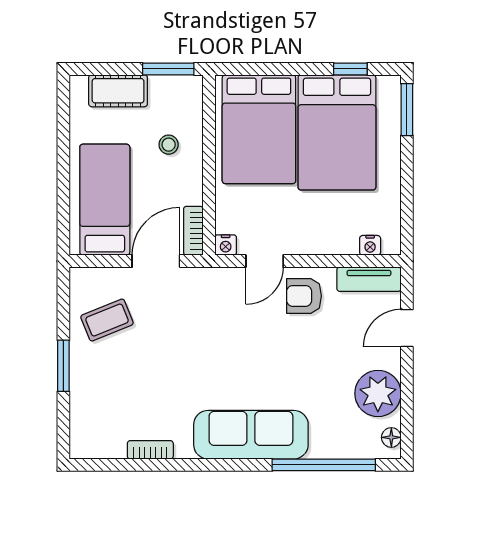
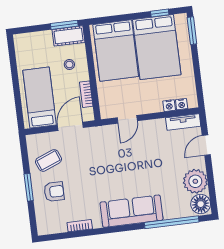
cot: (118, 91) -> (69, 36), moved
bookcase: (193, 231) -> (86, 94), moved
nightstand: (226, 245) -> (169, 106), moved
armchair: (304, 296) -> (54, 192), moved, turned 180
floor lamp: (391, 437) -> (201, 204), width x1.89, depth x1.89

